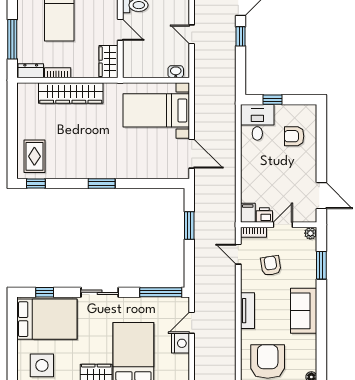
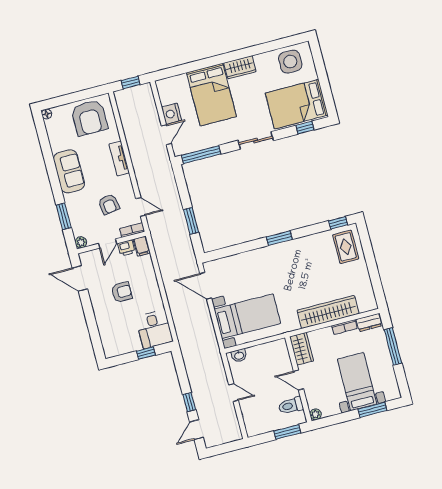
armchair: (294, 136) -> (122, 292), moved

